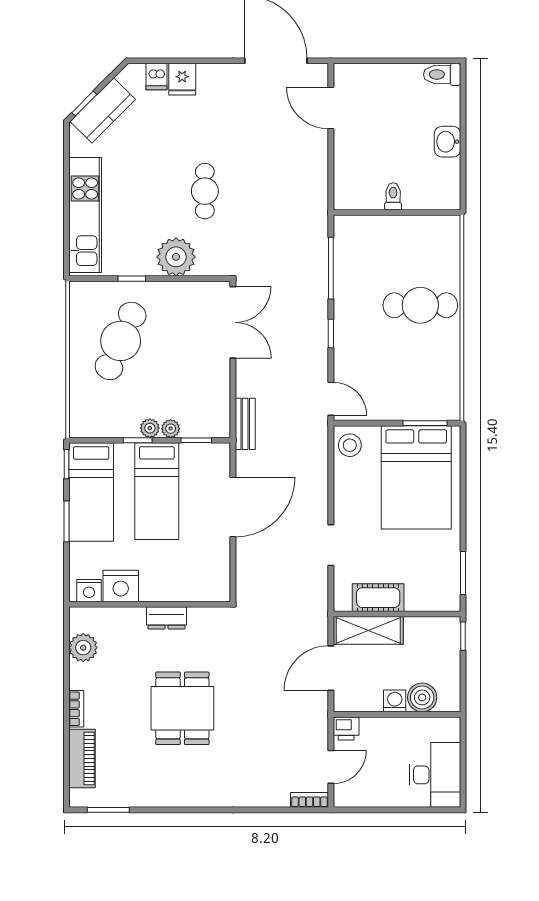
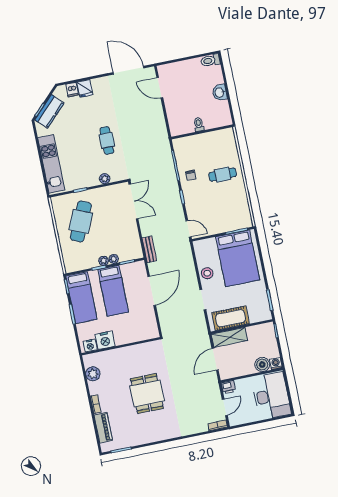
plant: (176, 257) -> (105, 179), width x0.53, depth x0.53
chair: (357, 294) -> (191, 175), added
cafe table: (420, 305) -> (223, 175), width x0.73, depth x0.74
stool: (350, 445) -> (207, 273), moved
cot: (378, 598) -> (231, 318), width x1.37, depth x1.34
dresser: (167, 618) -> (130, 351), removed
washing machine: (395, 701) -> (276, 364), moved
desk: (435, 775) -> (271, 396), width x1.36, depth x1.30

